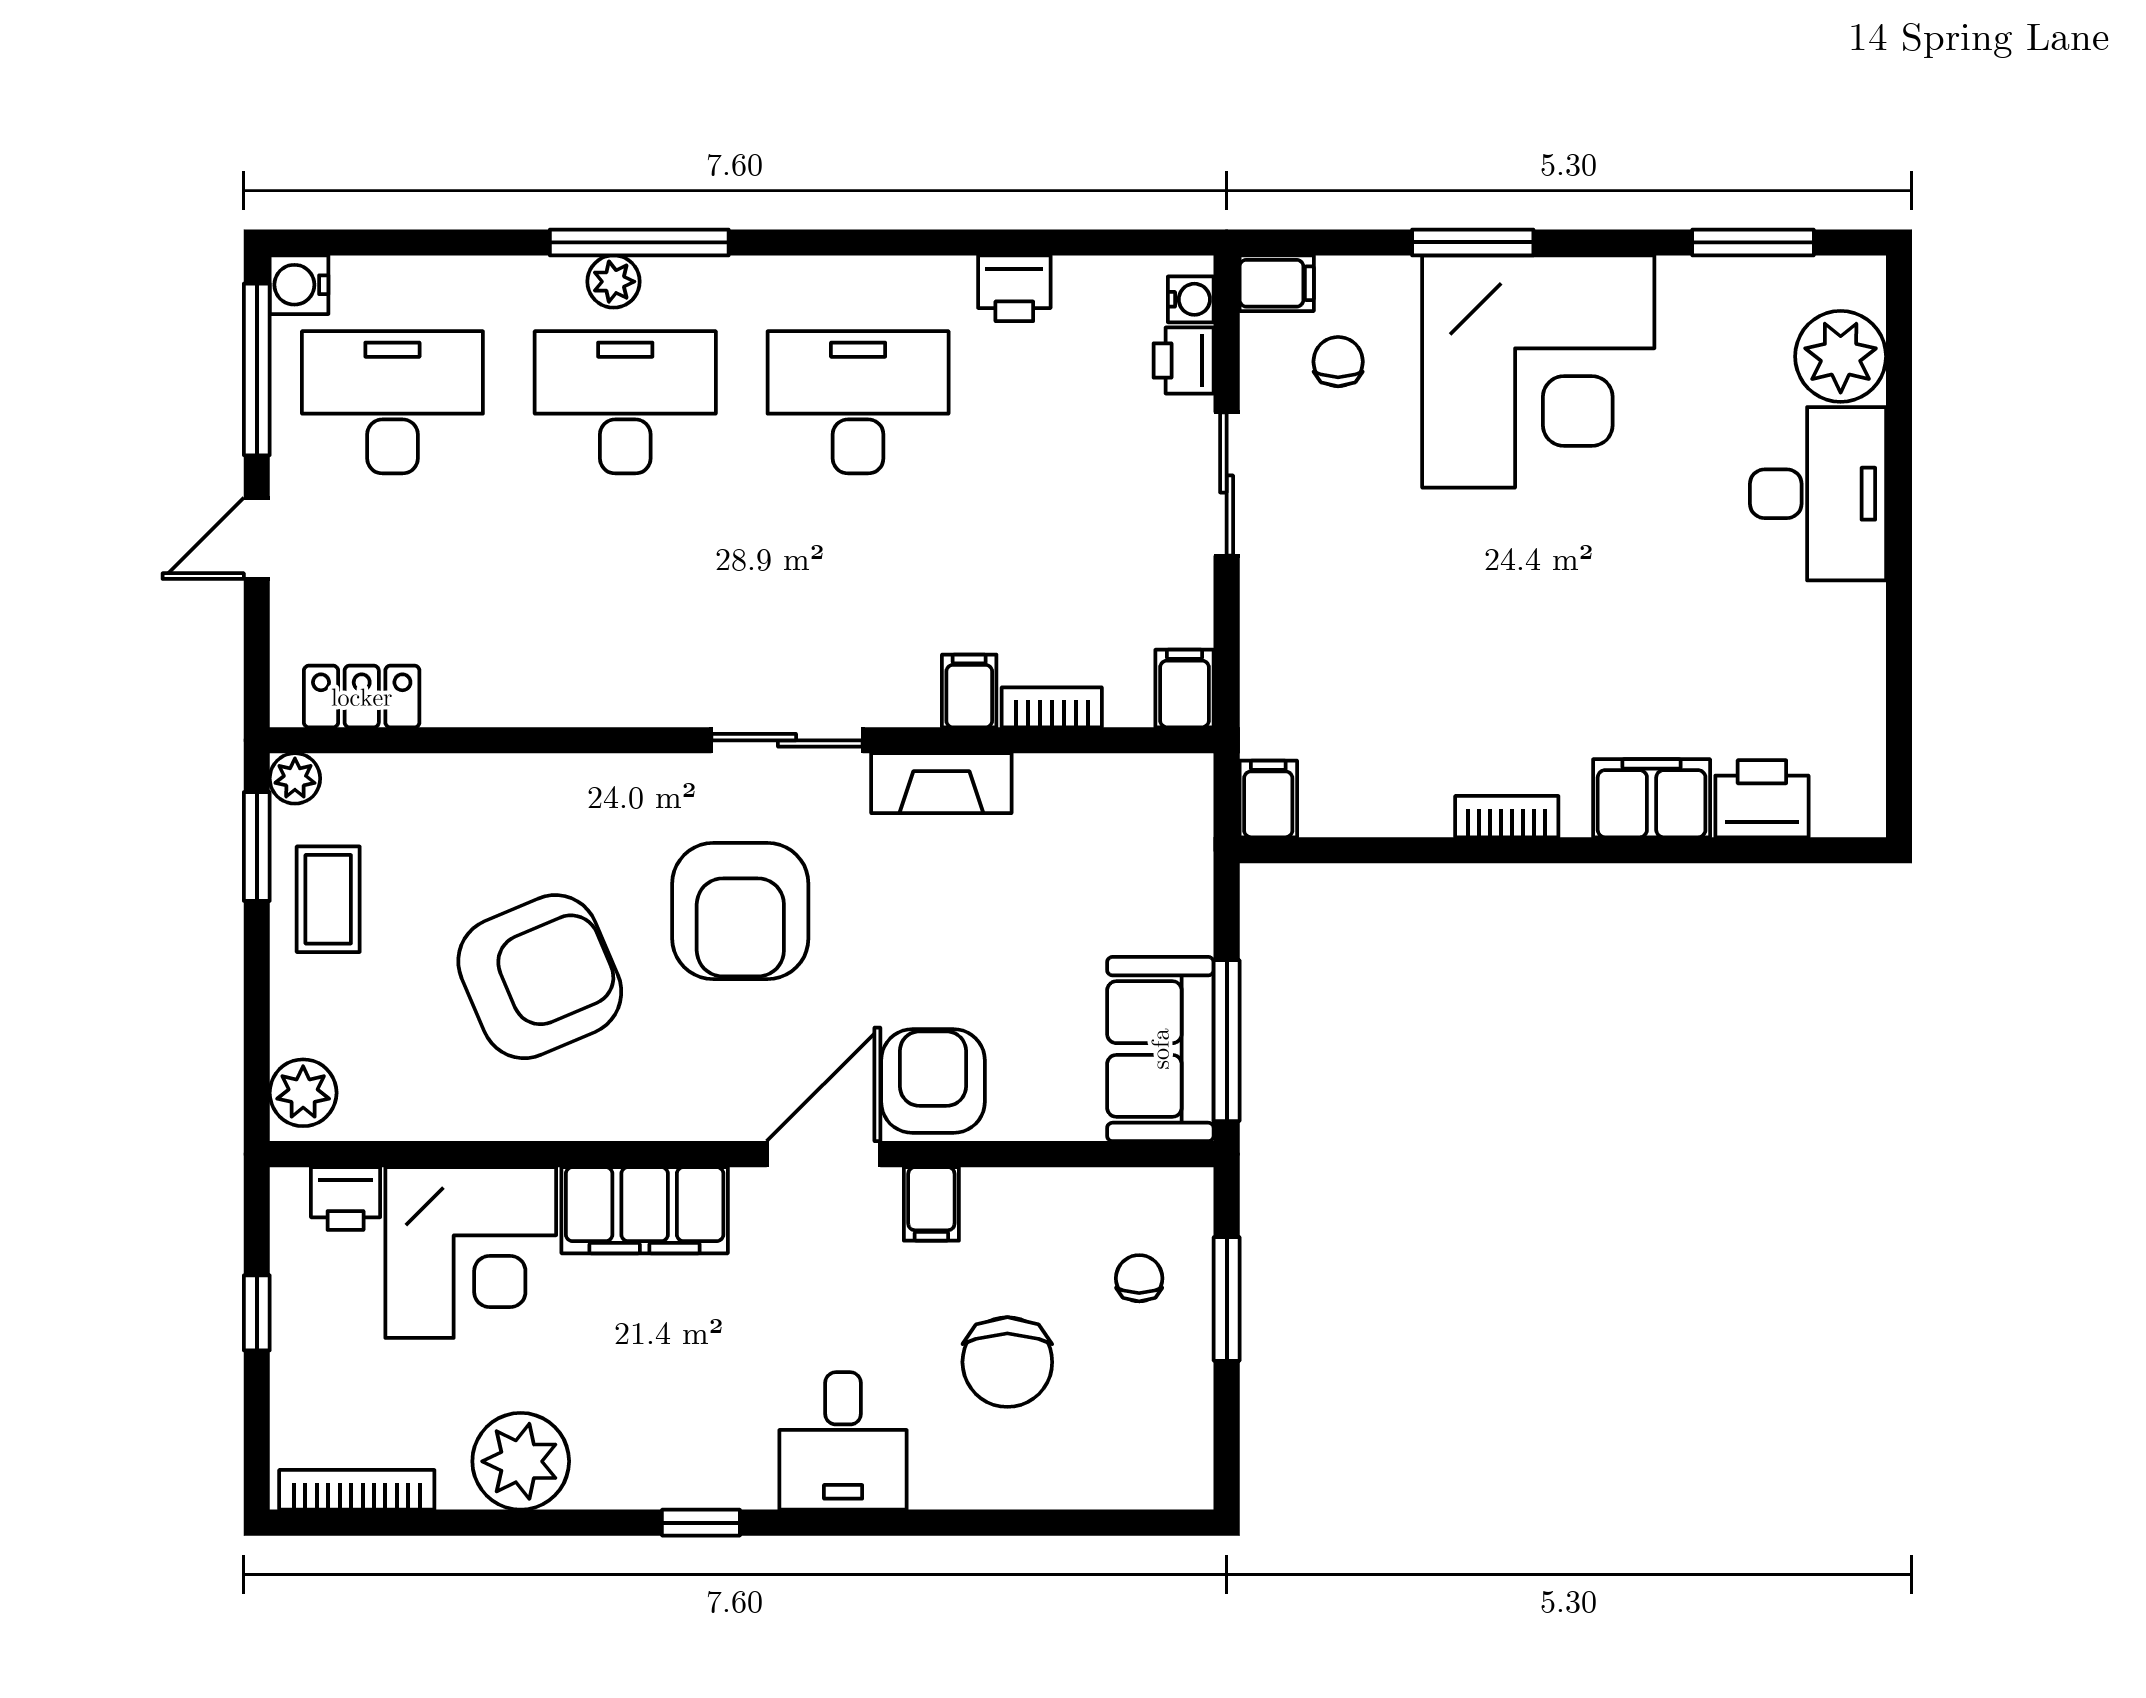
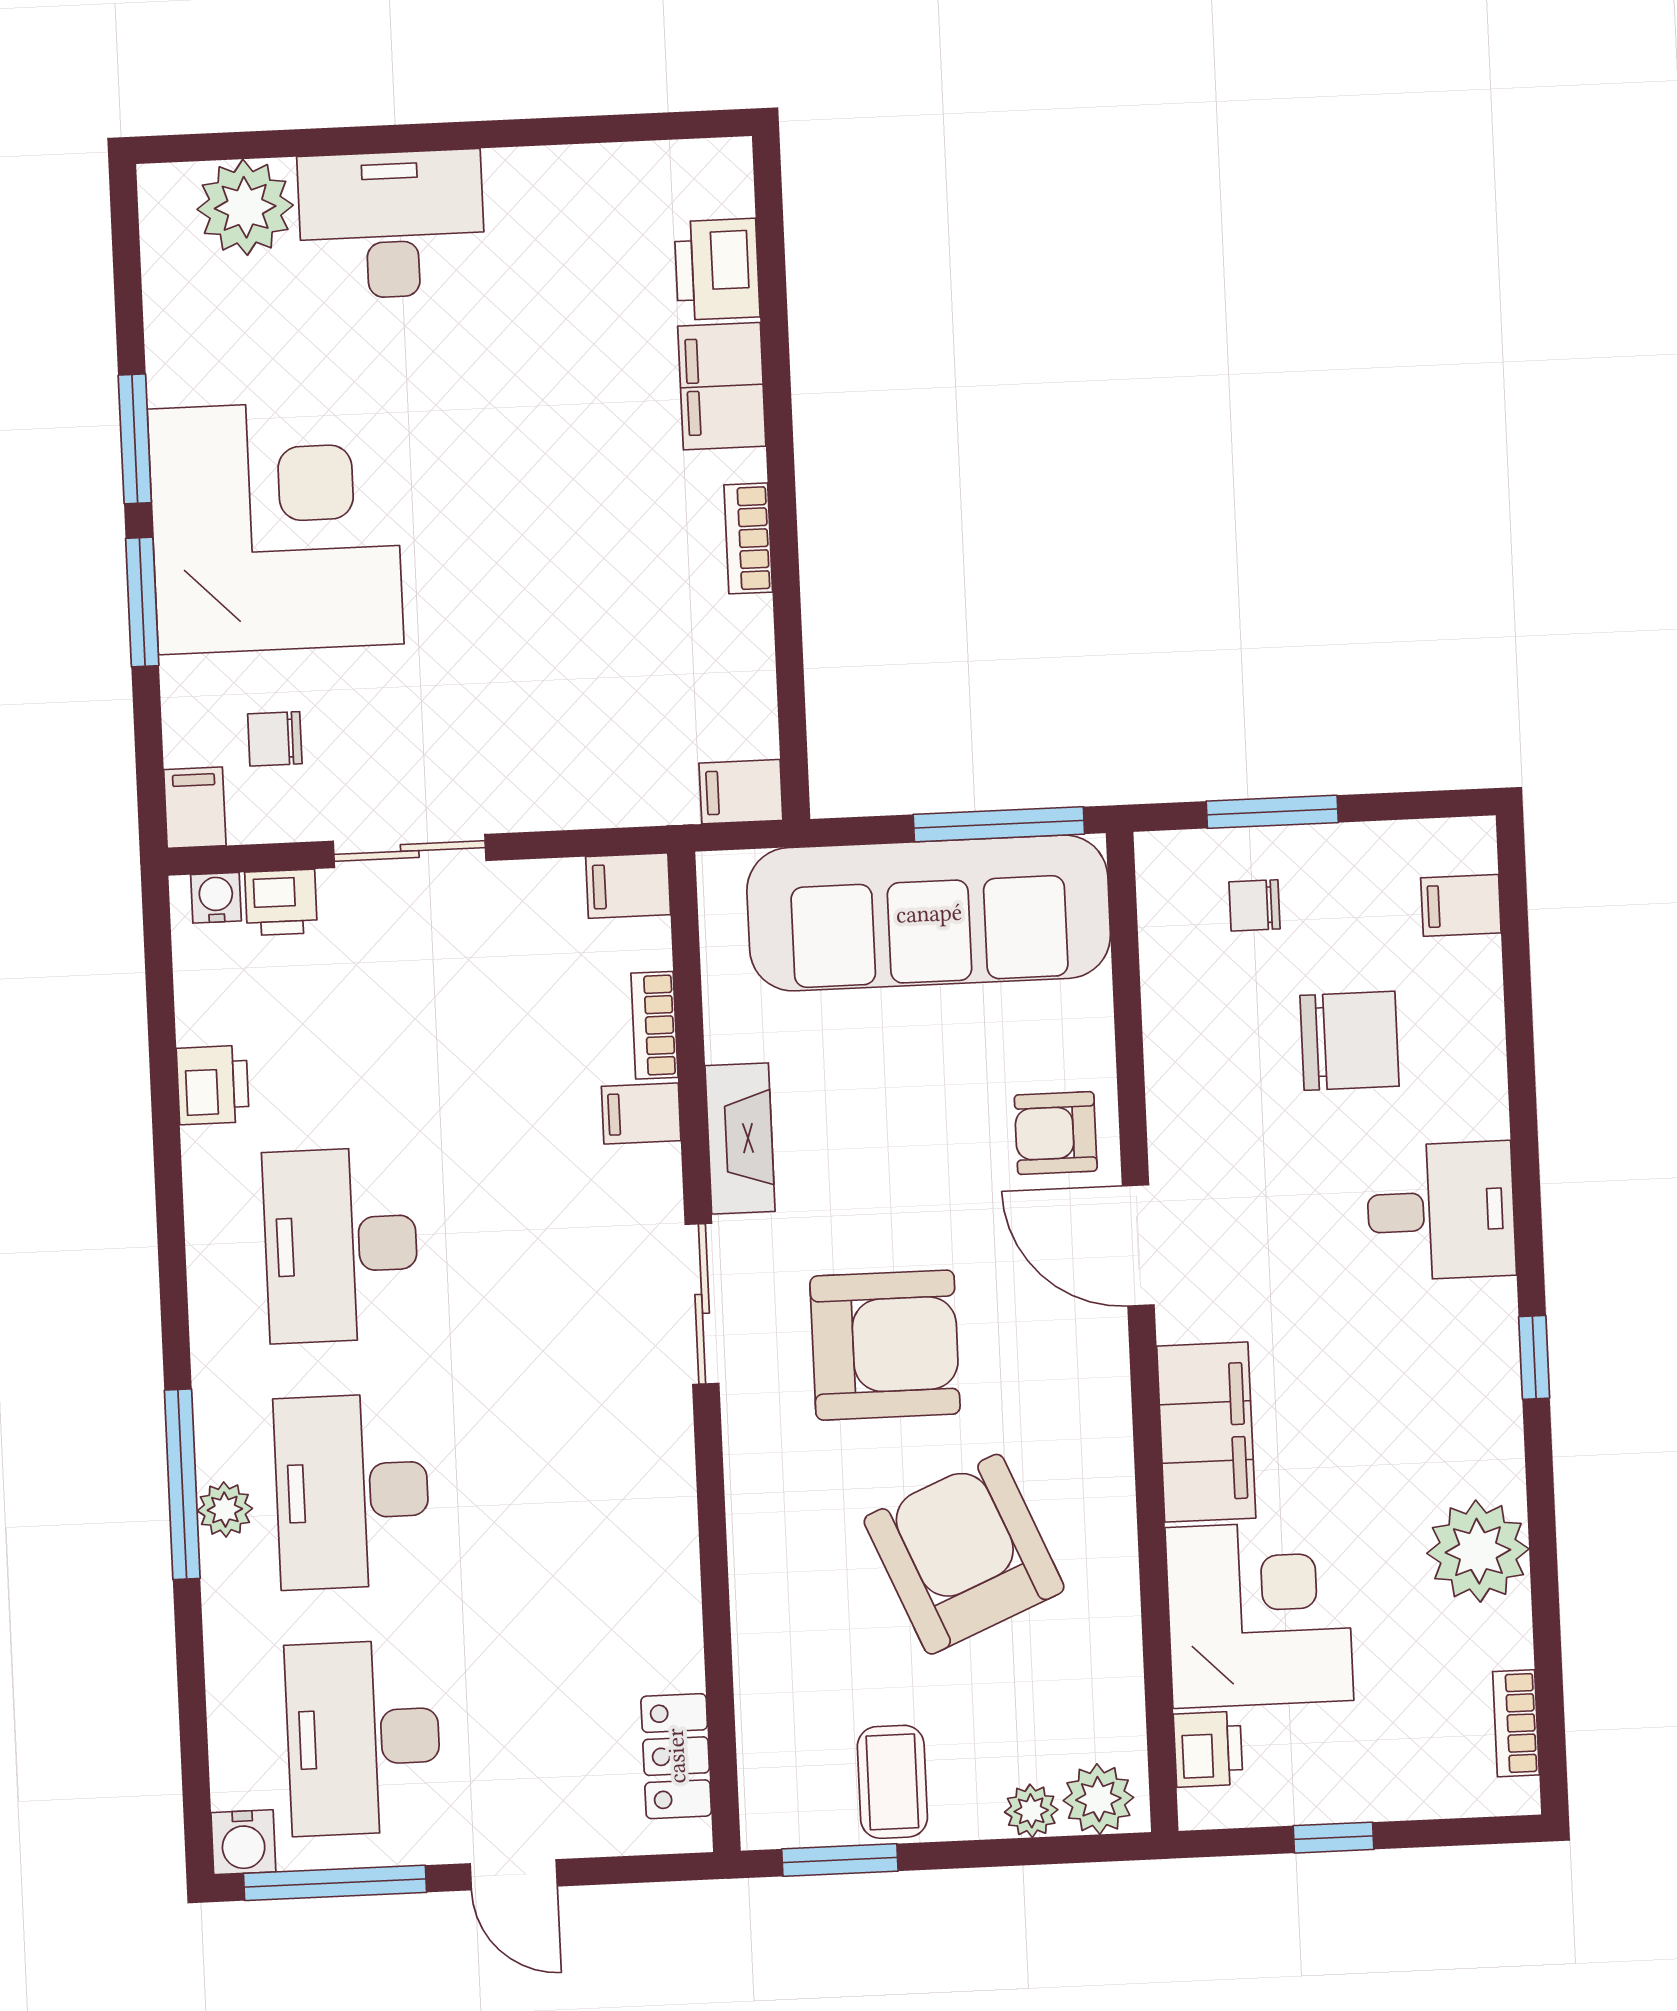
window: (1753, 242) -> (135, 439), moved
plant: (295, 778) -> (1031, 1811), moved
coffee table: (328, 899) -> (892, 1782), turned 90
sofa: (1160, 1049) -> (929, 913), width x1.85, depth x1.27
armchair: (933, 1081) -> (1056, 1133), width x0.72, depth x0.72
filing cabinet: (931, 1204) -> (1461, 905), moved, turned 180
bookcase: (357, 1490) -> (1516, 1723), width x0.64

